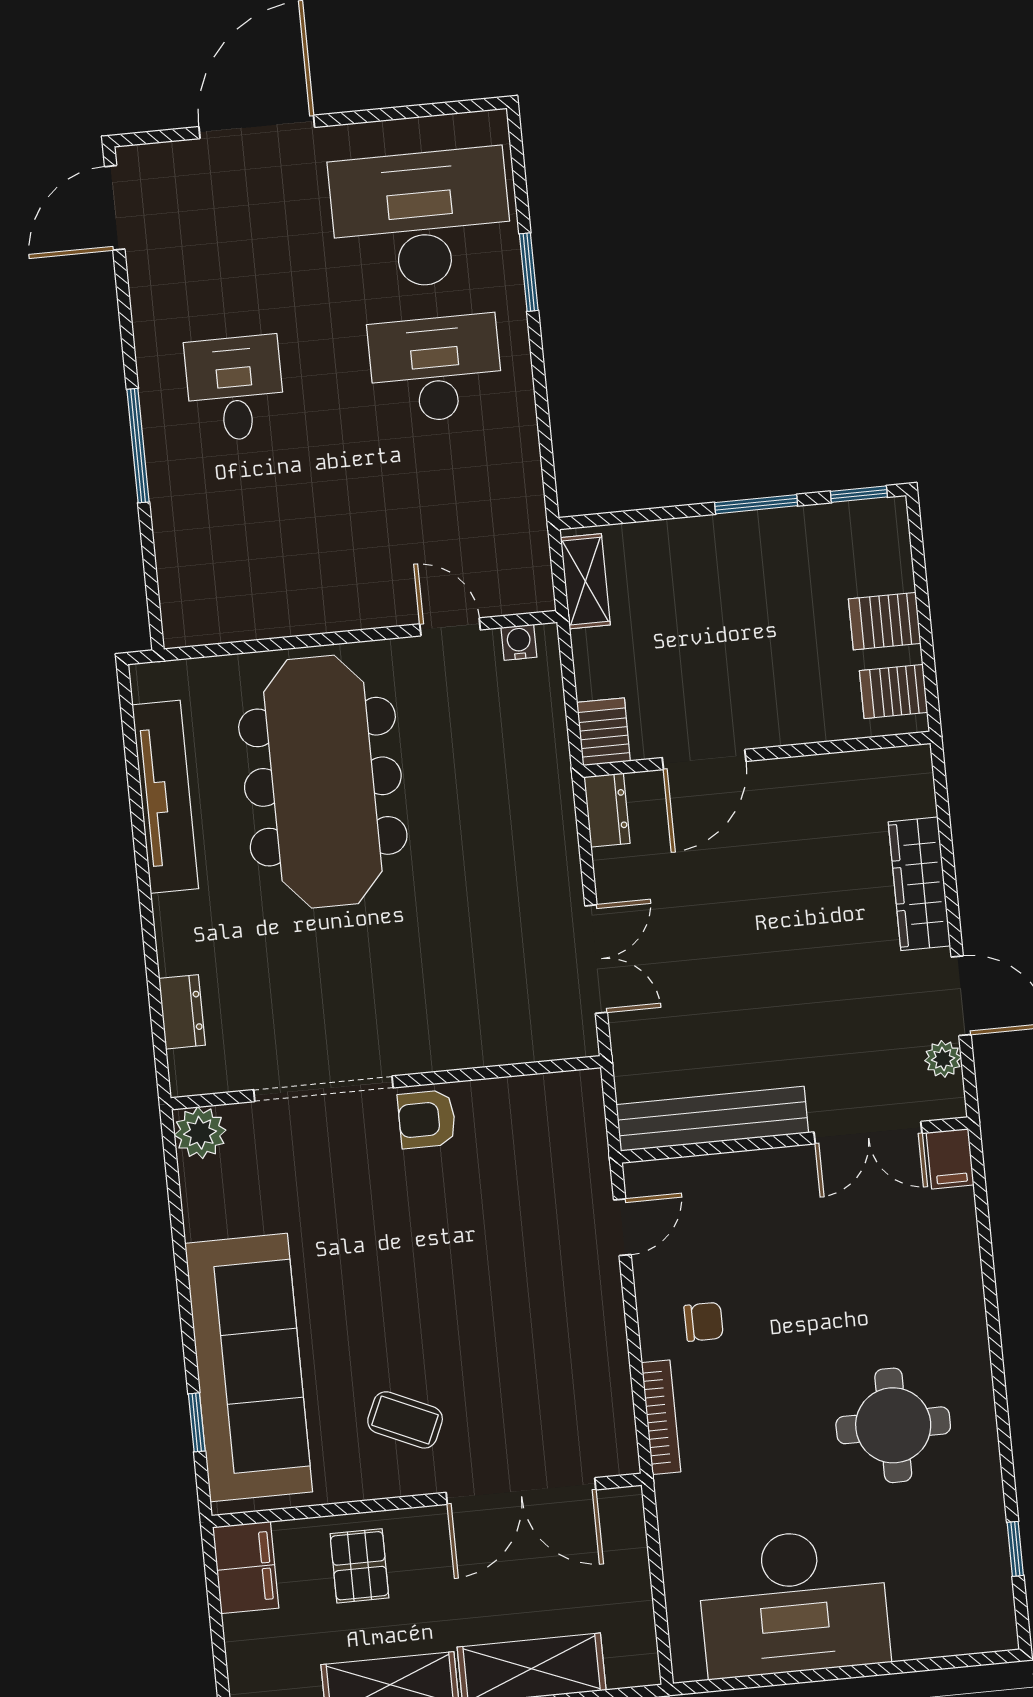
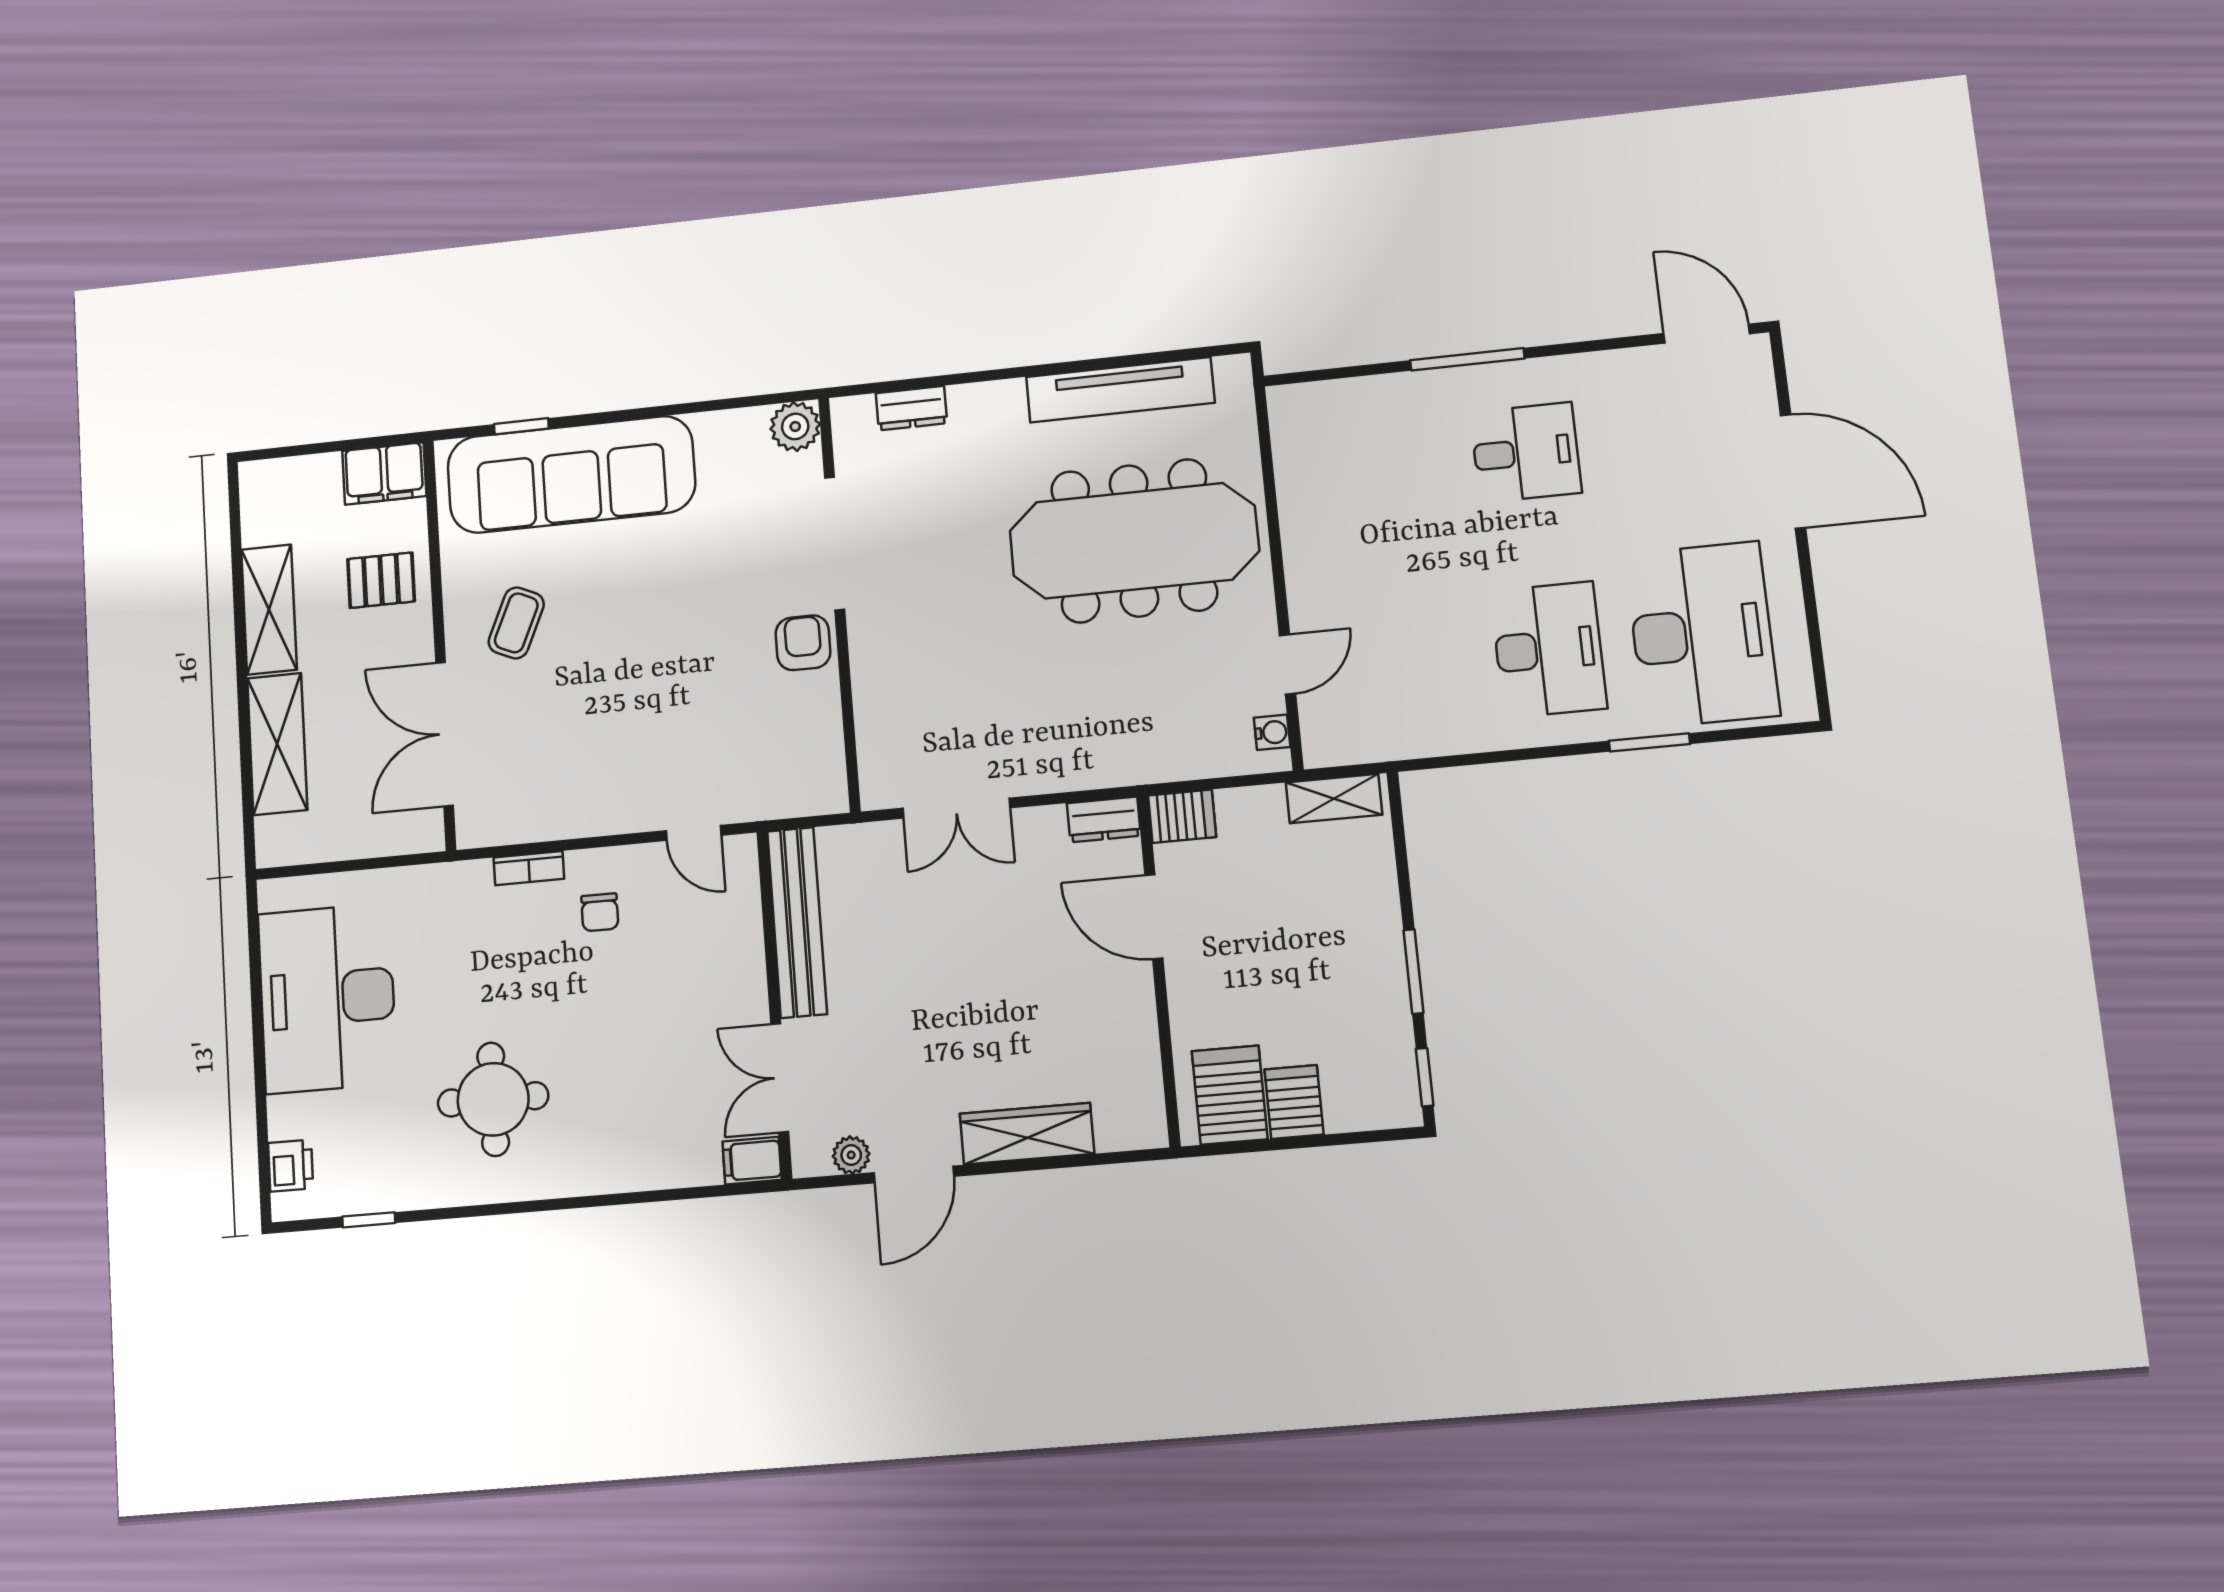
server rack: (894, 691) -> (1230, 1095), width x1.36, depth x1.44
bookcase: (661, 1417) -> (529, 868), width x0.64
printer: (963, 1633) -> (291, 1166), added

